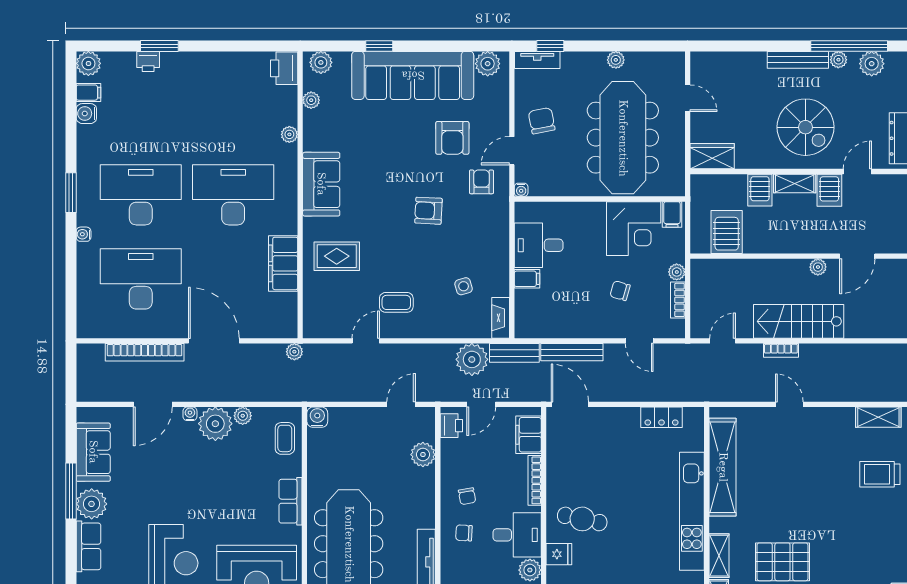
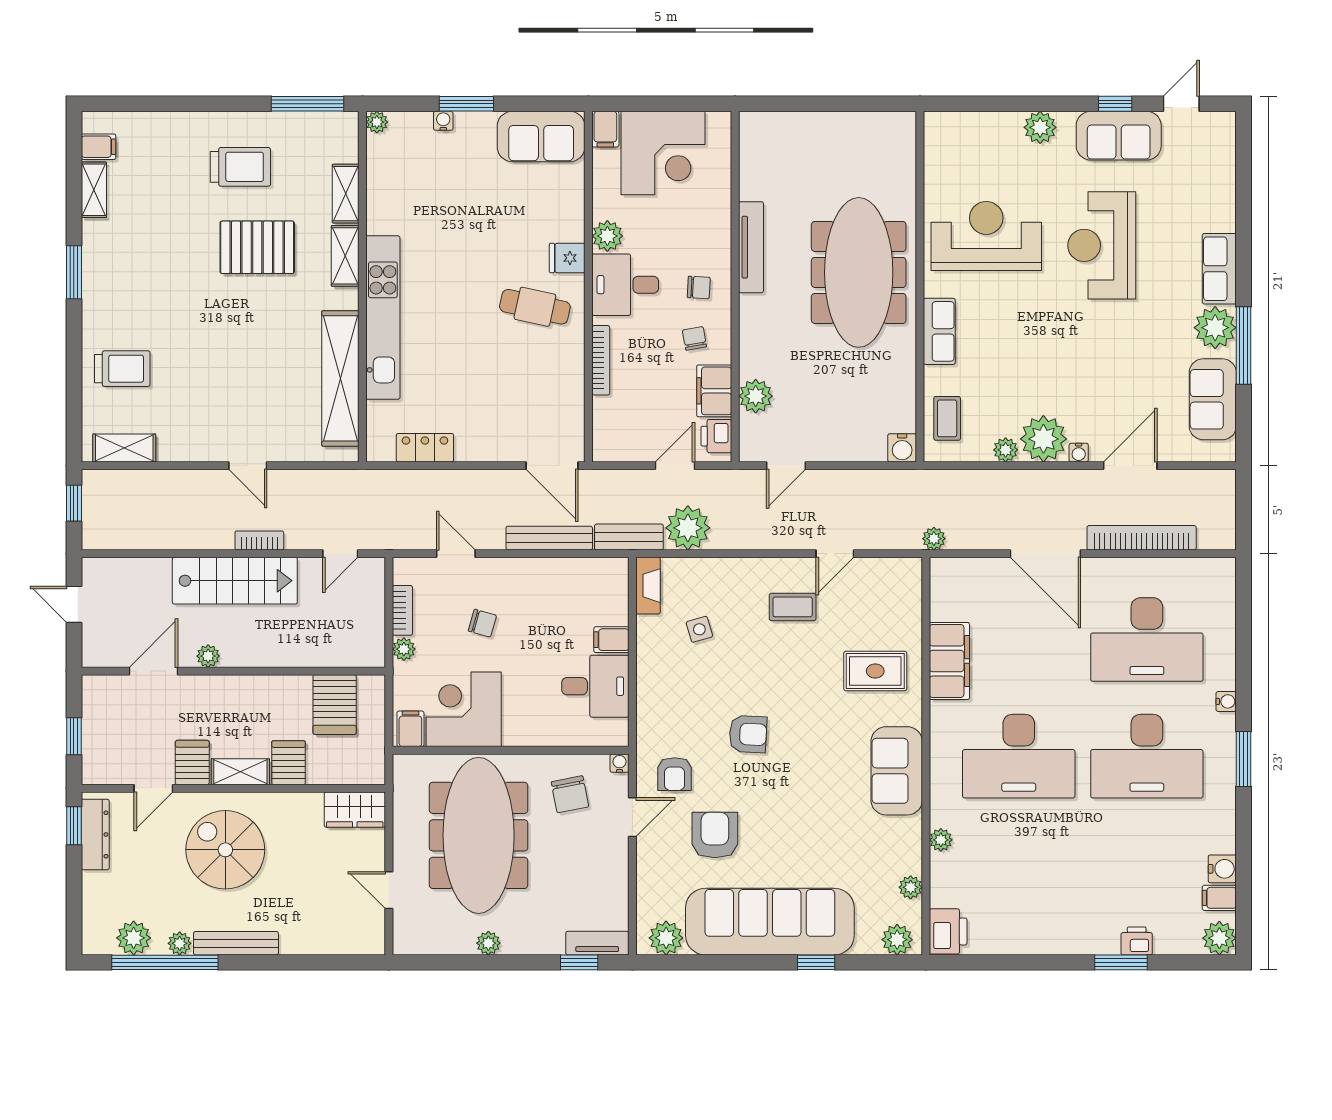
chair: (542, 121) -> (570, 794), moved
filing cabinet: (529, 435) -> (714, 391), moved, turned 180

